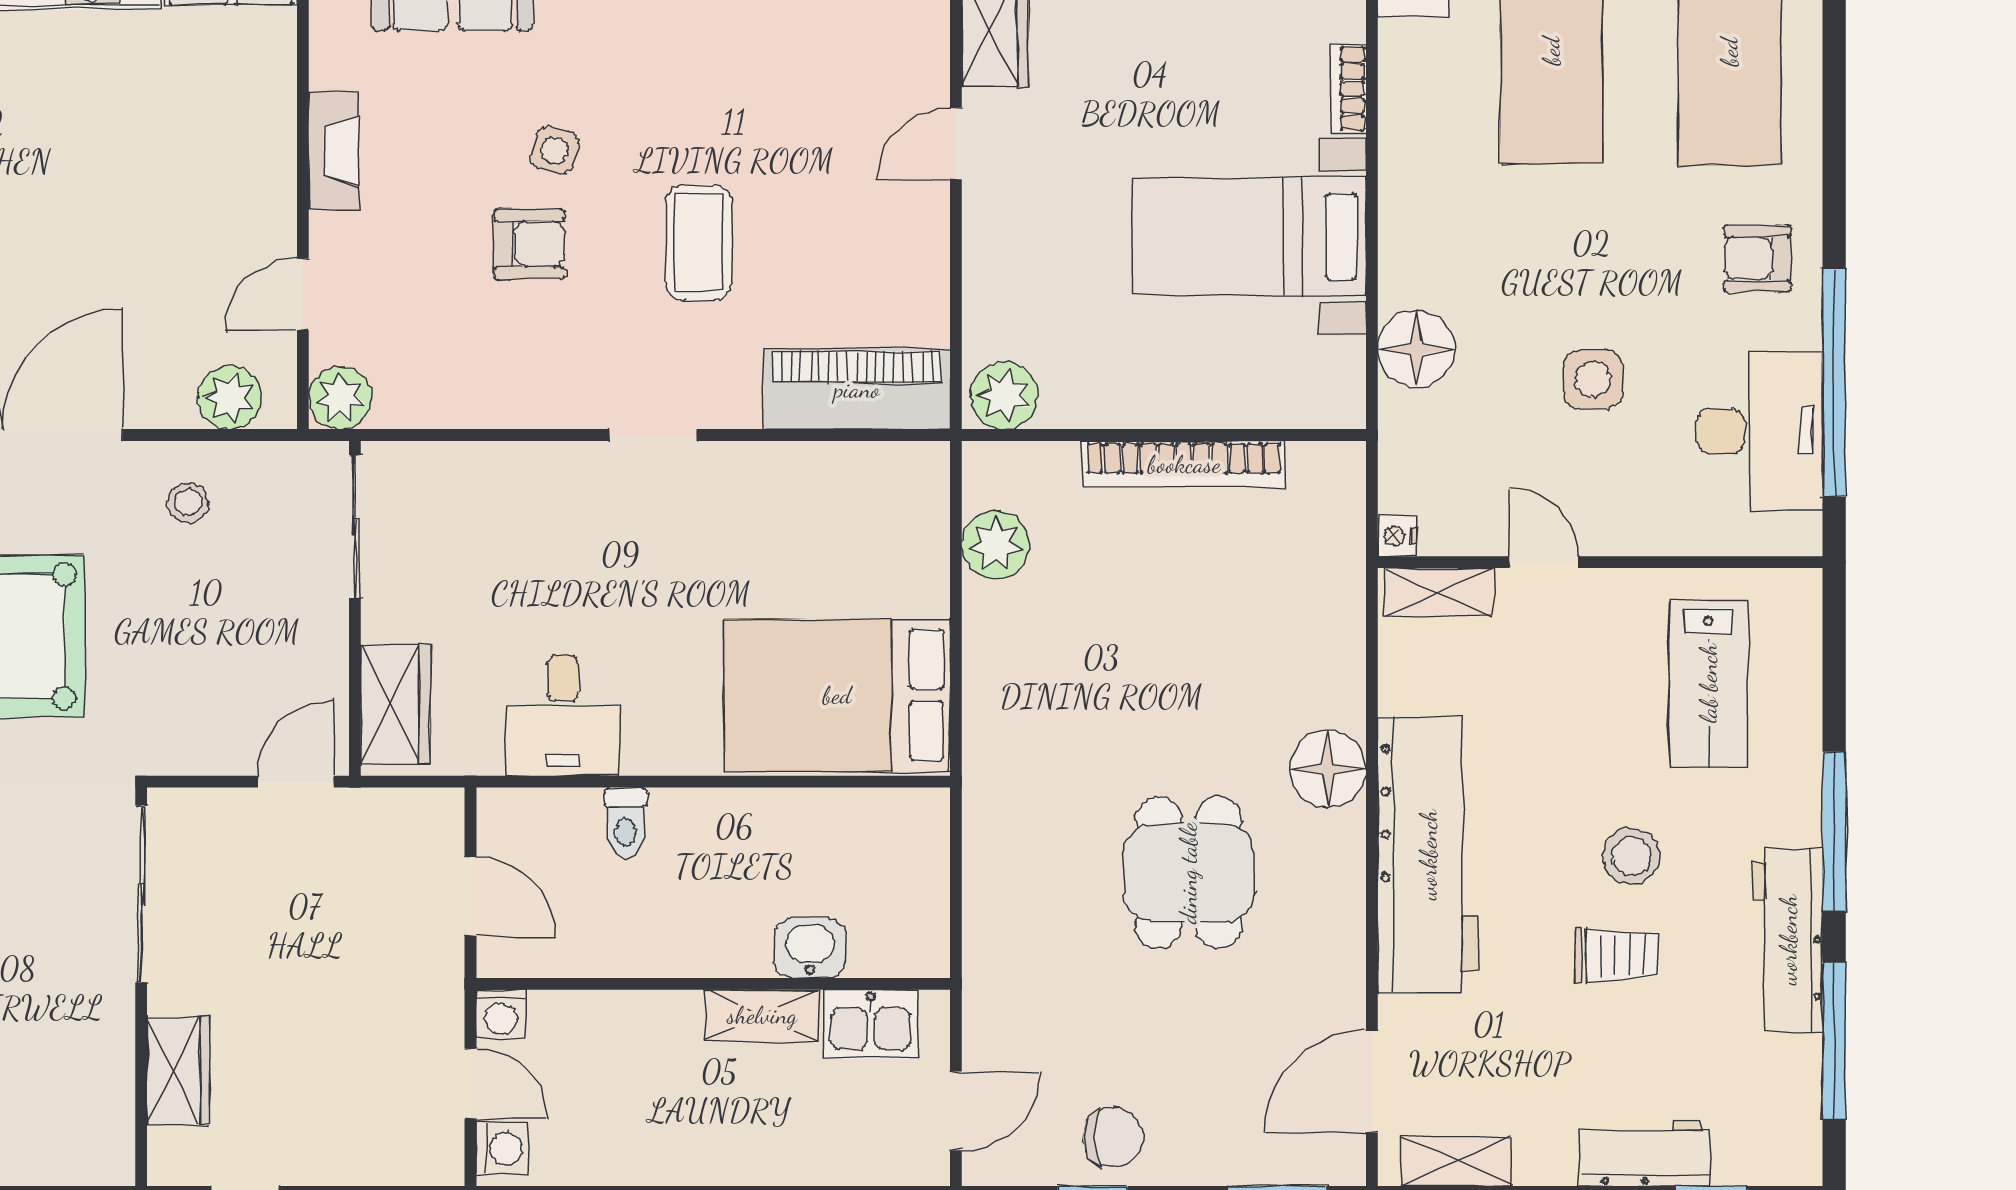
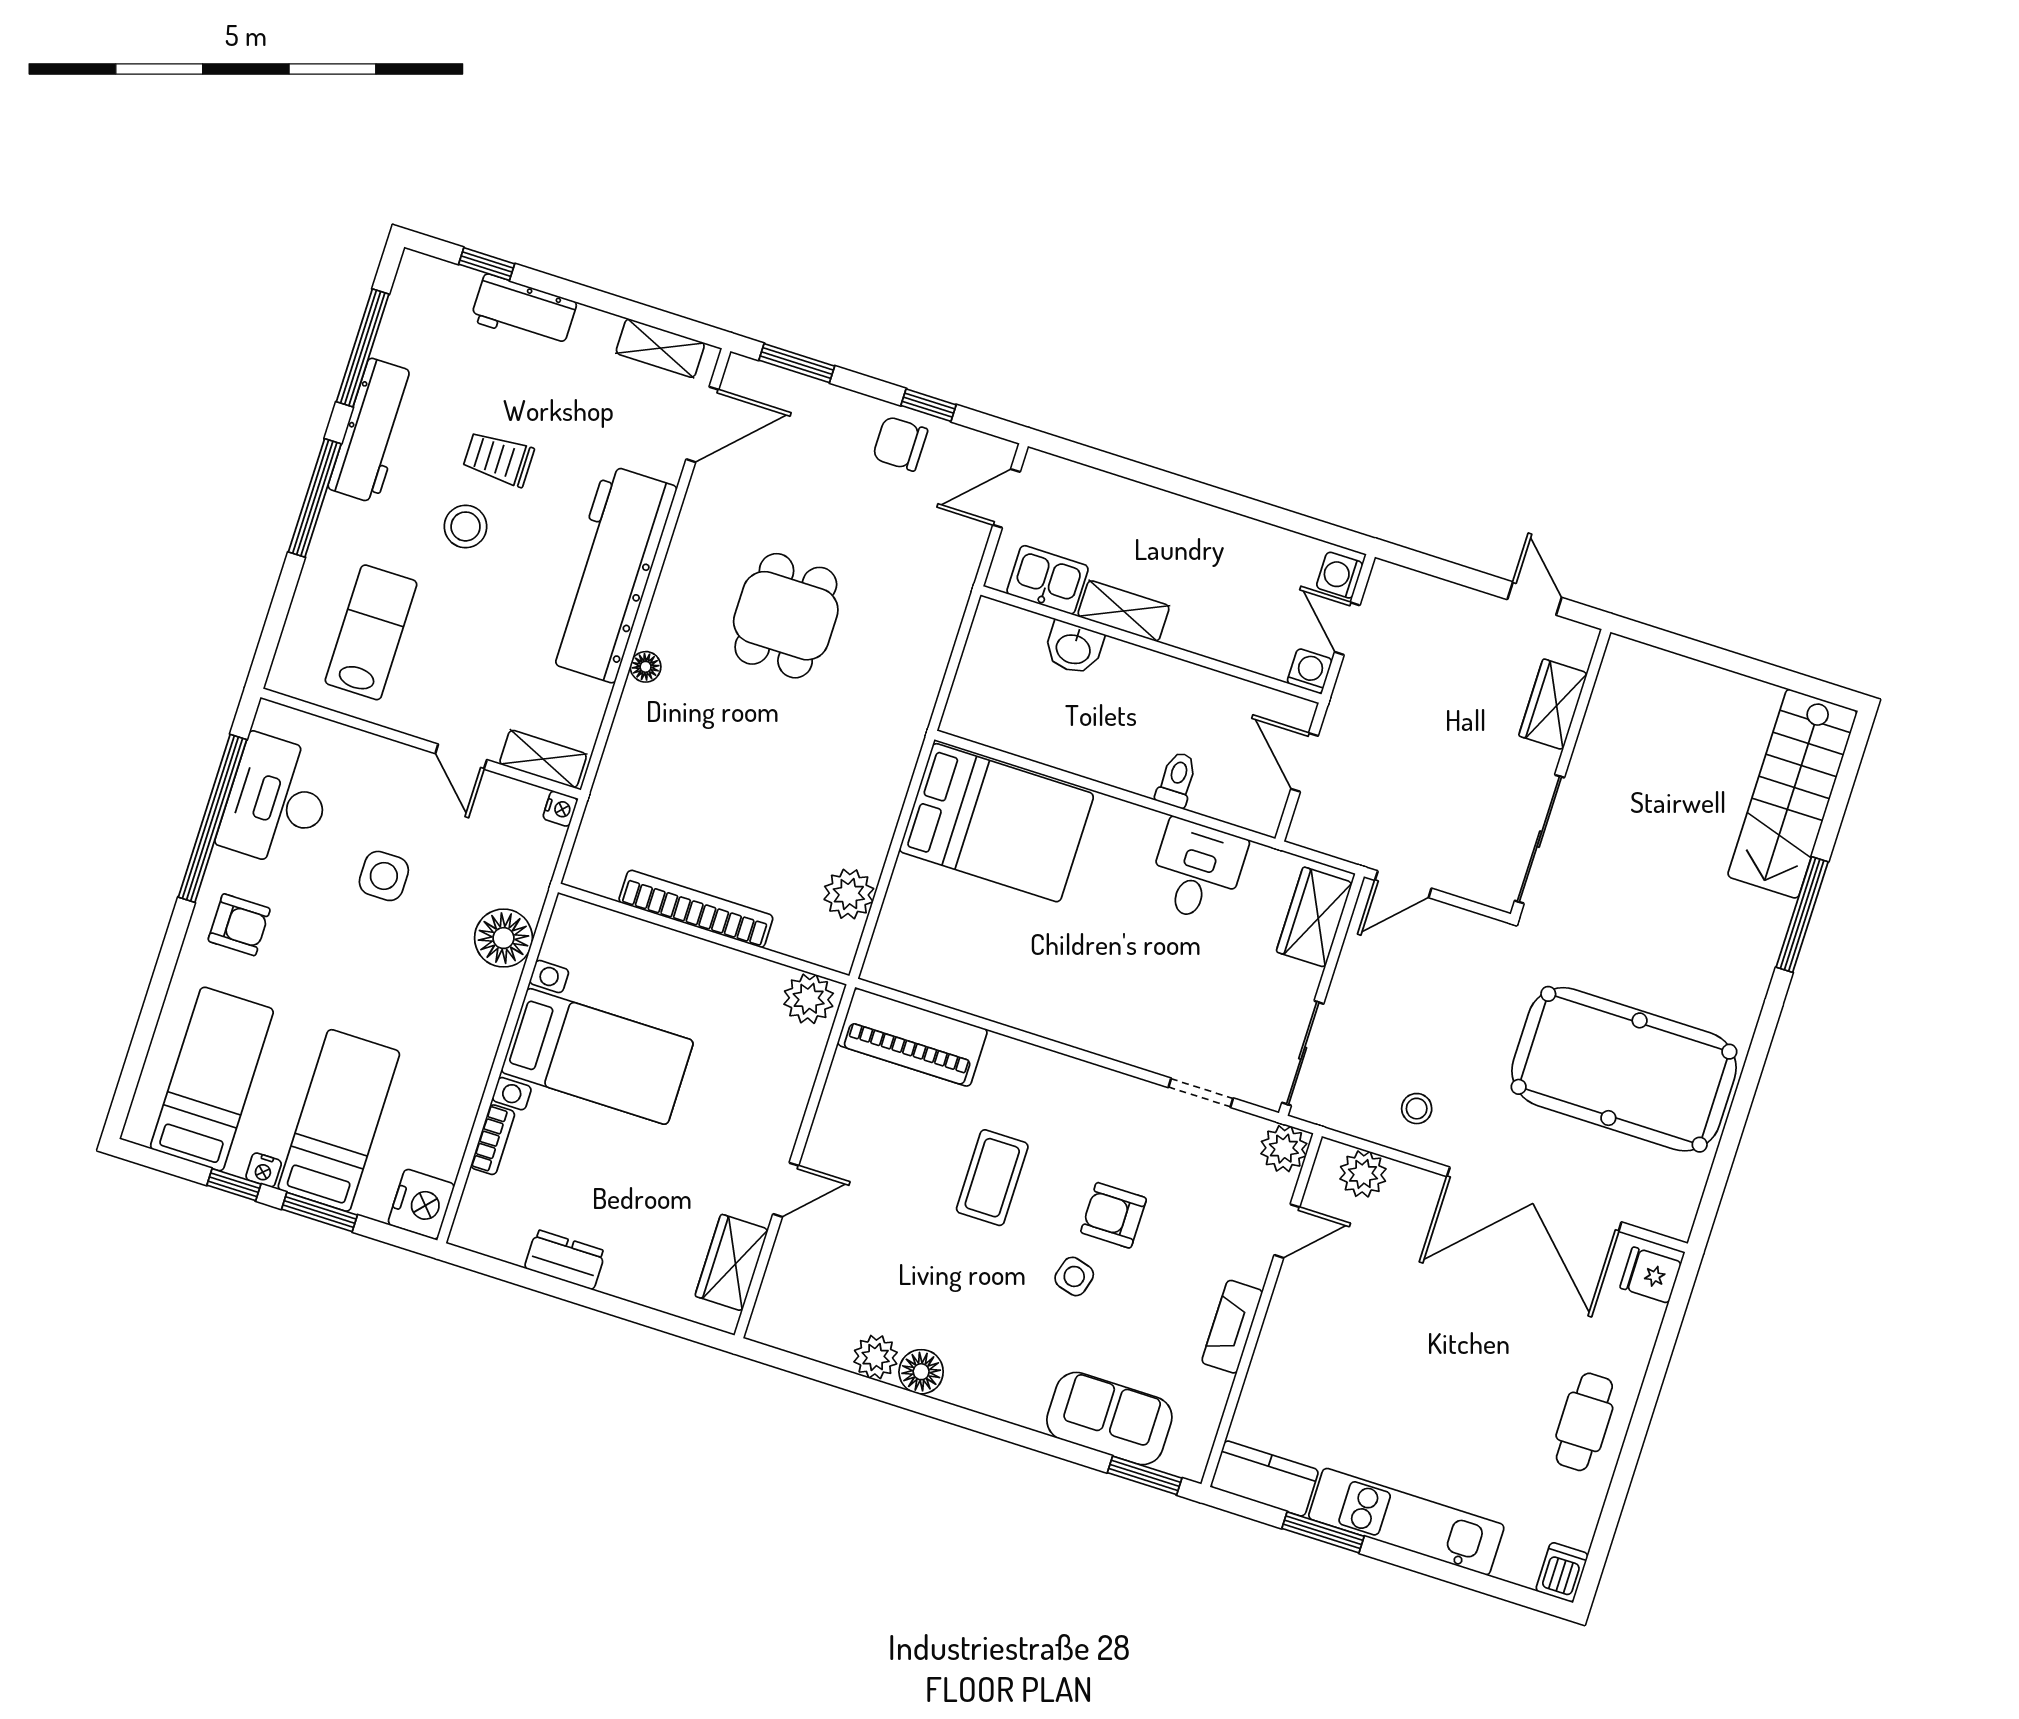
doorway: (653, 435) -> (1201, 1093), moved
floor lamp: (1328, 769) -> (646, 667), width x0.53, depth x0.53

